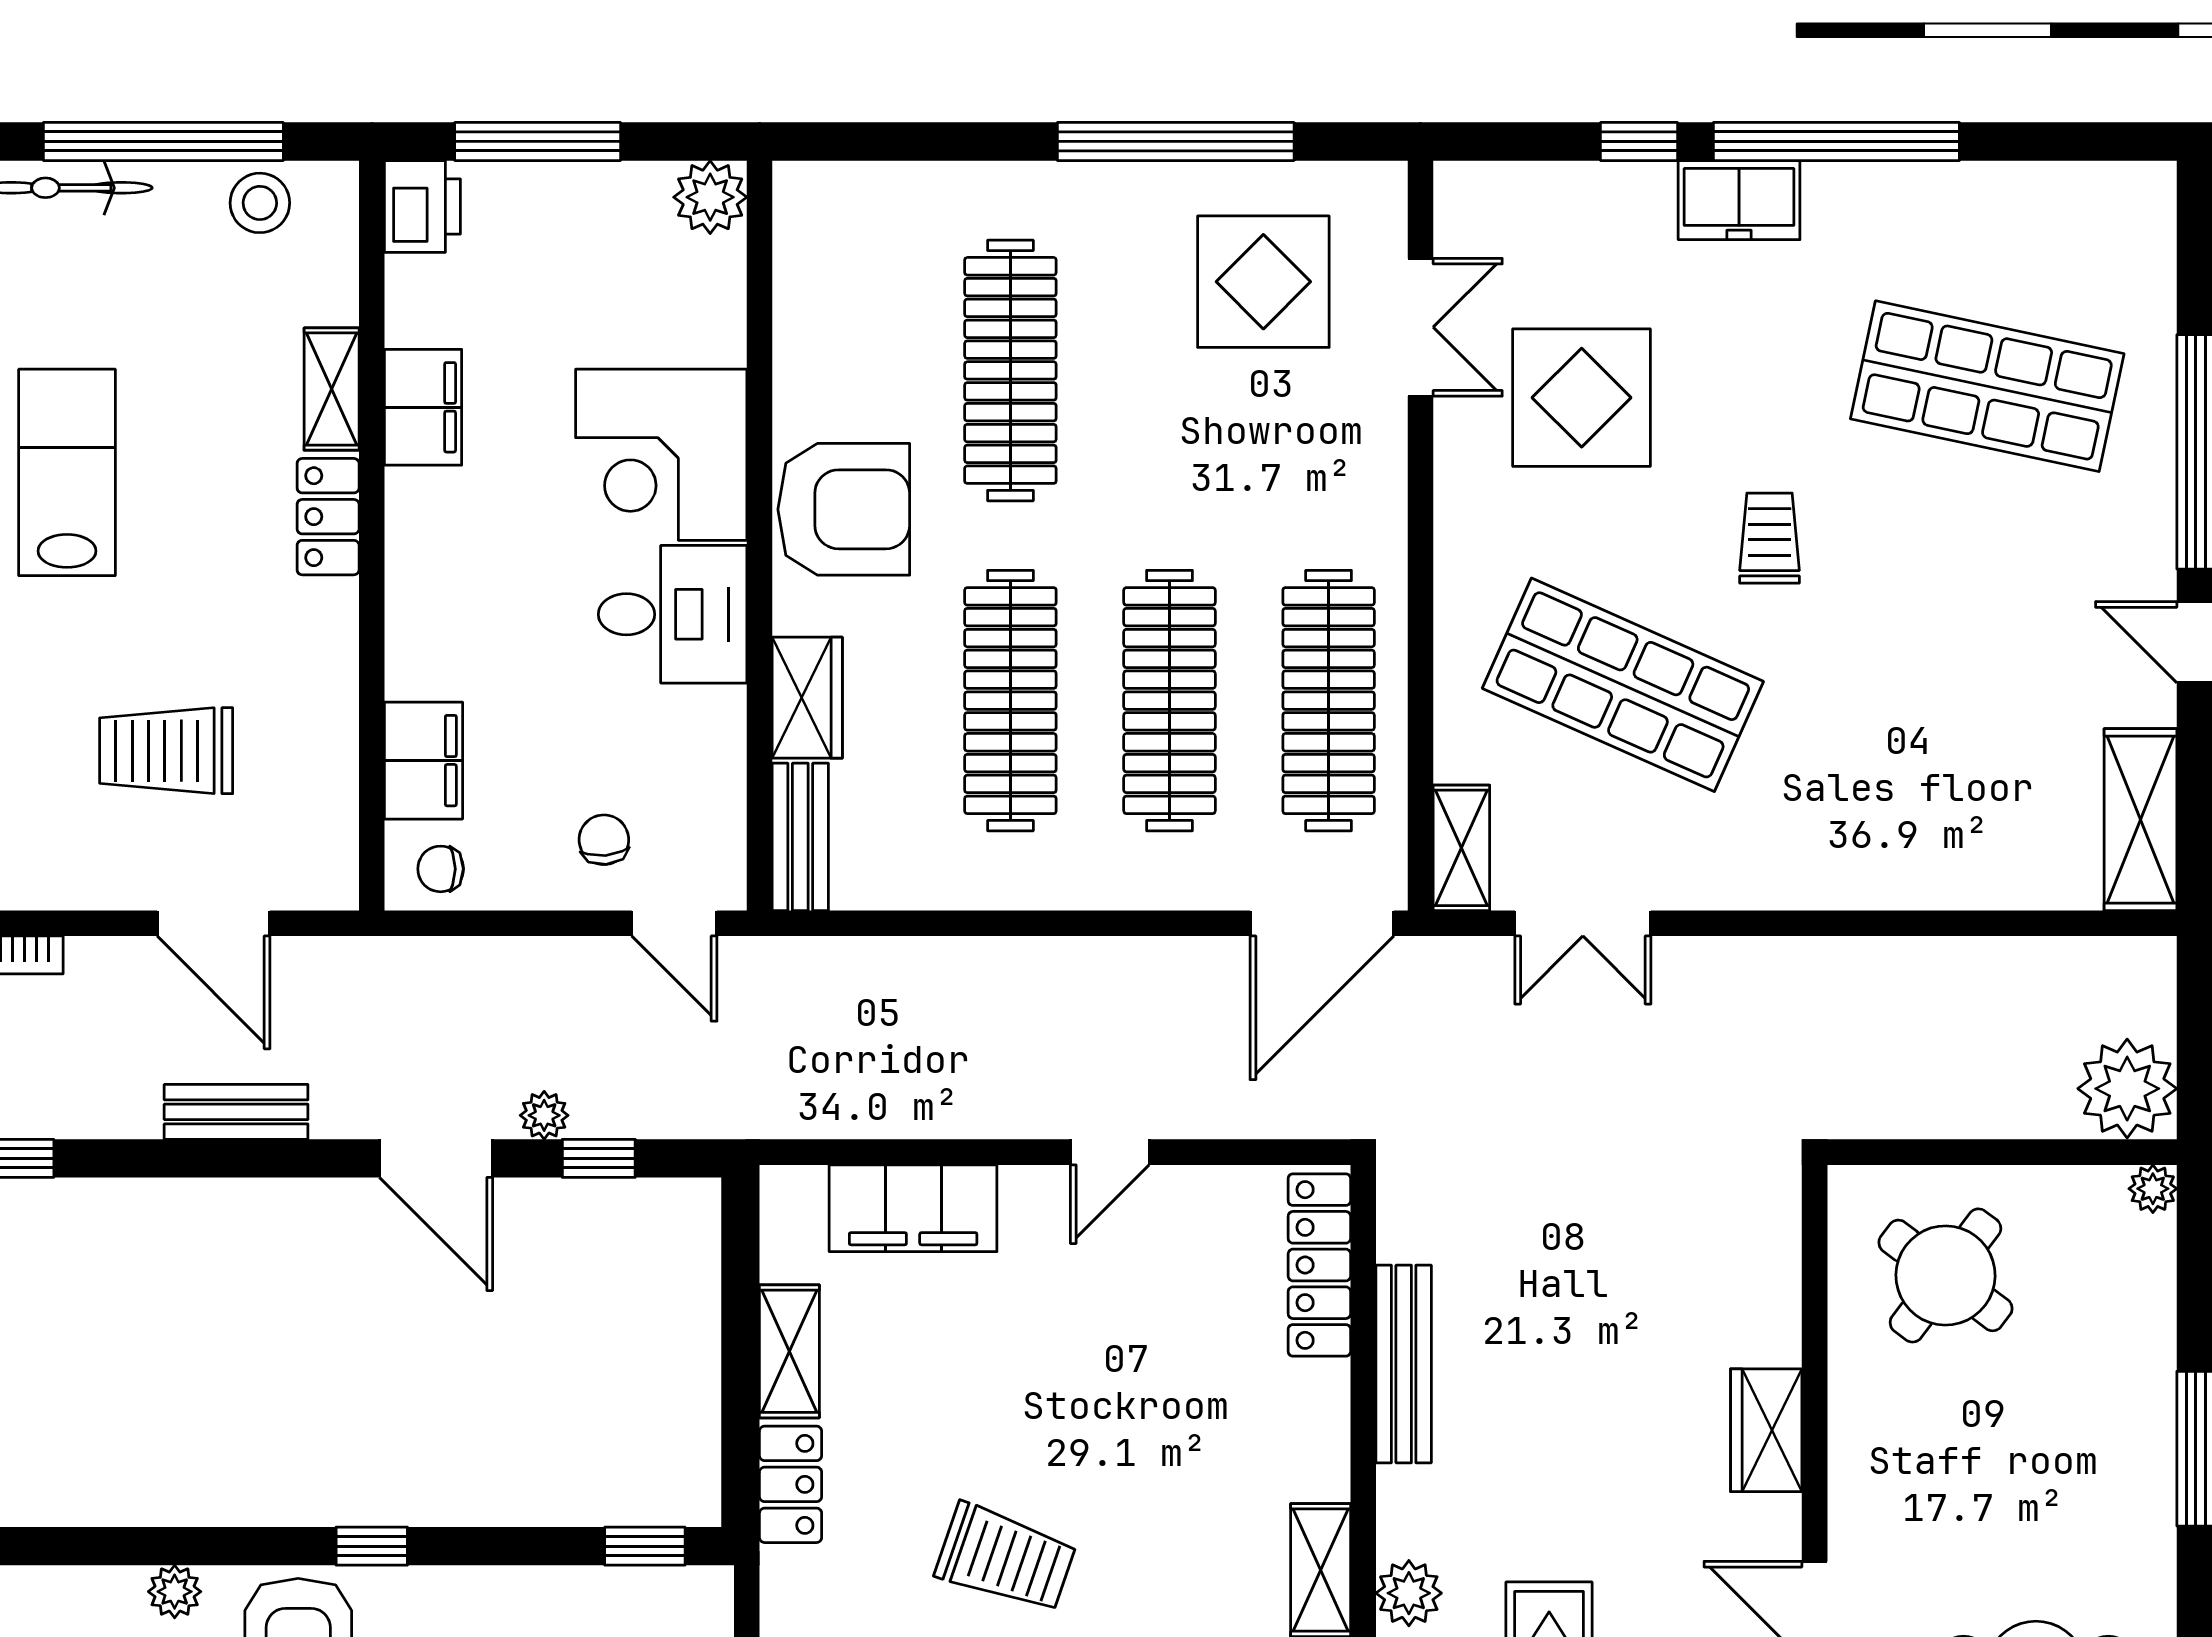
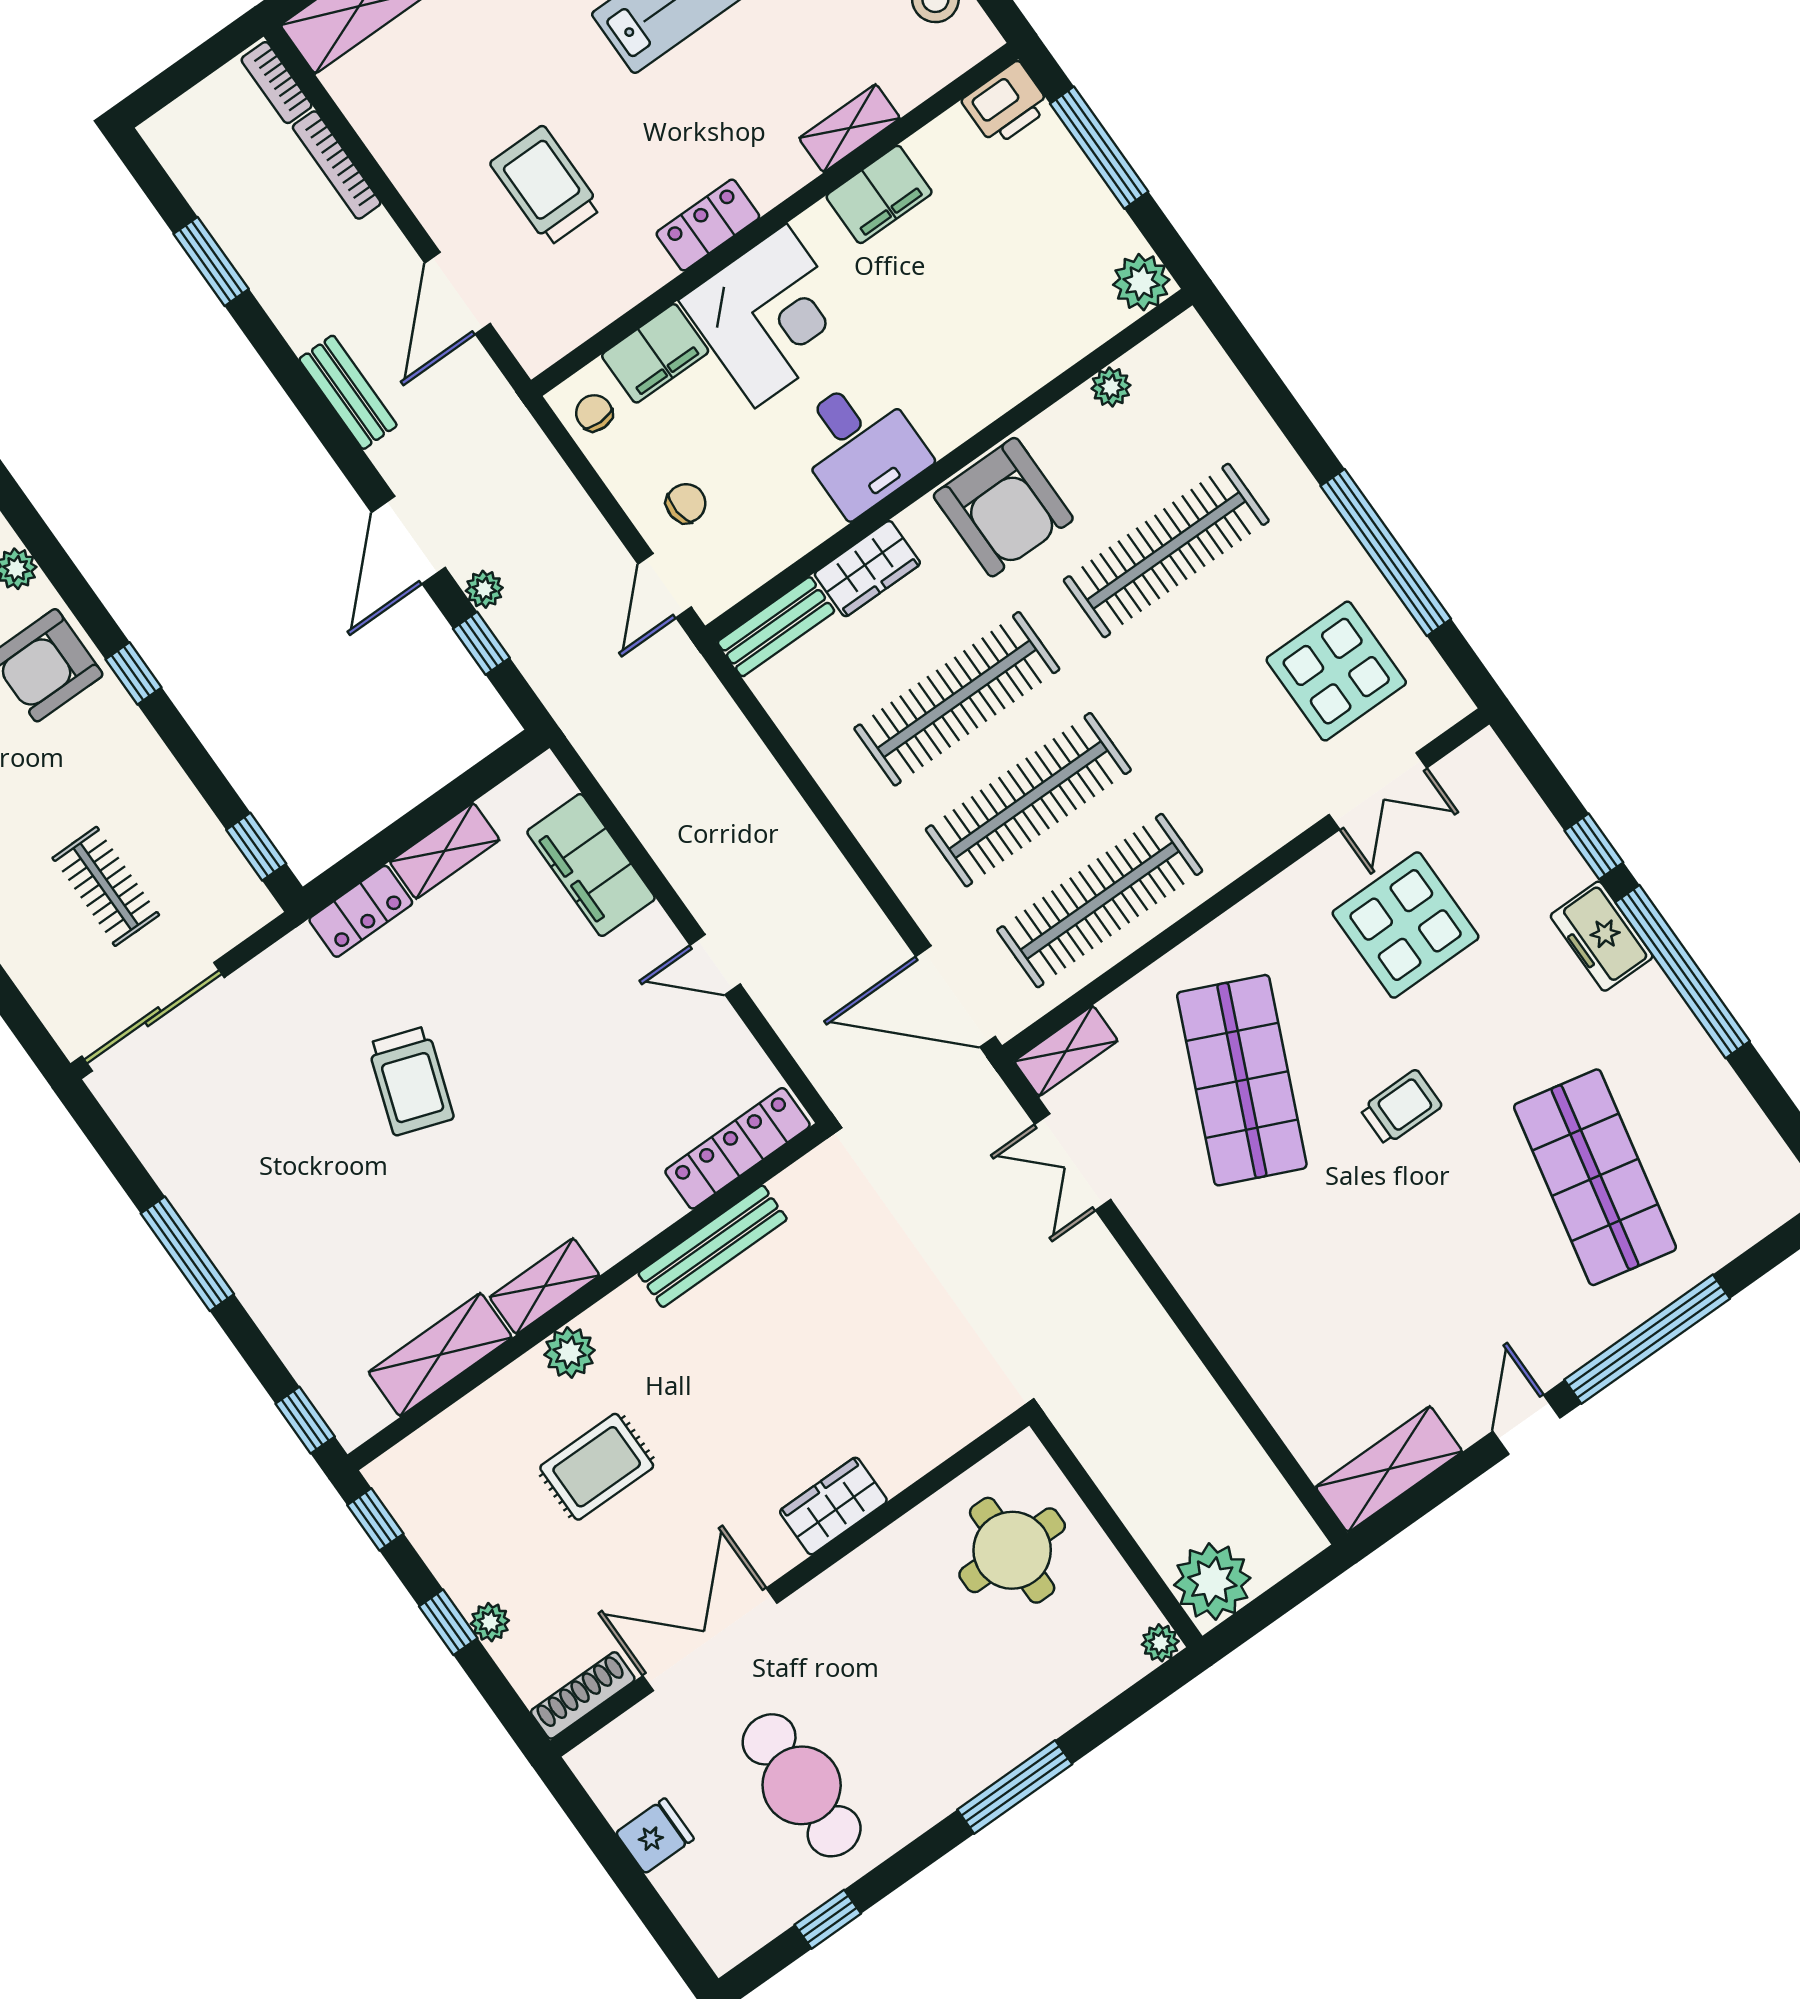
plant: (798, 307) -> (1111, 387), added
corner desk: (661, 455) -> (771, 316), moved, turned 180
locker: (328, 517) -> (708, 225), moved
round table: (1945, 1275) -> (1012, 1550), turned -37

